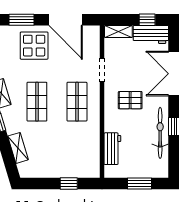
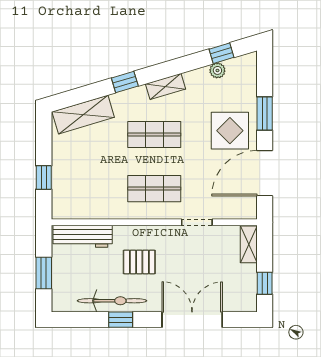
workbench: (151, 34) -> (245, 288), removed
pallet: (130, 100) -> (139, 262), moved, turned 90
shelving: (18, 148) -> (83, 115), width x1.50, depth x1.33
workbench: (112, 149) -> (83, 236), width x1.37

